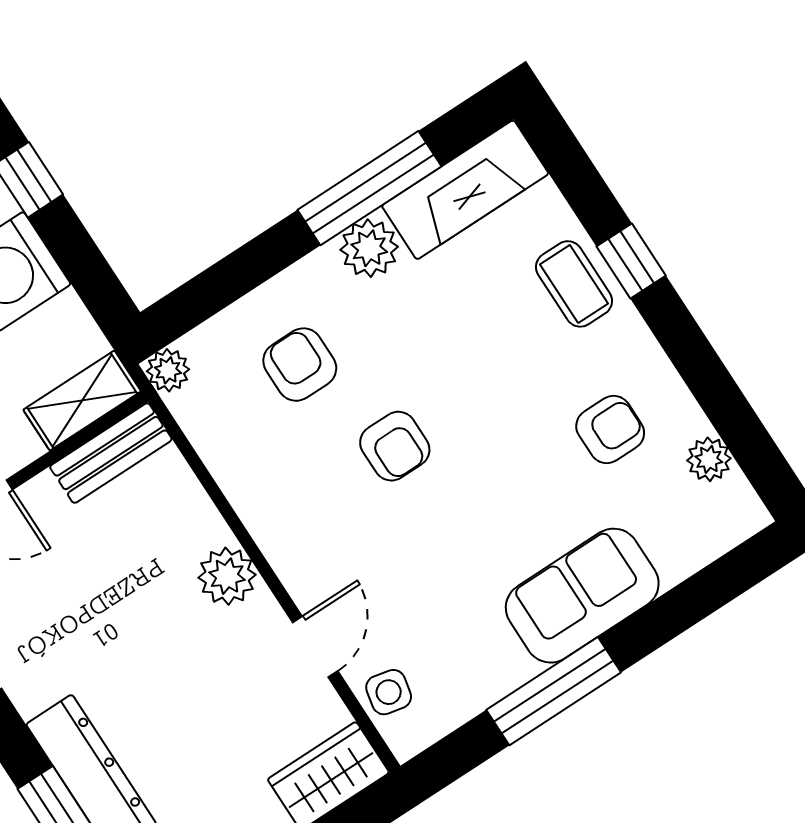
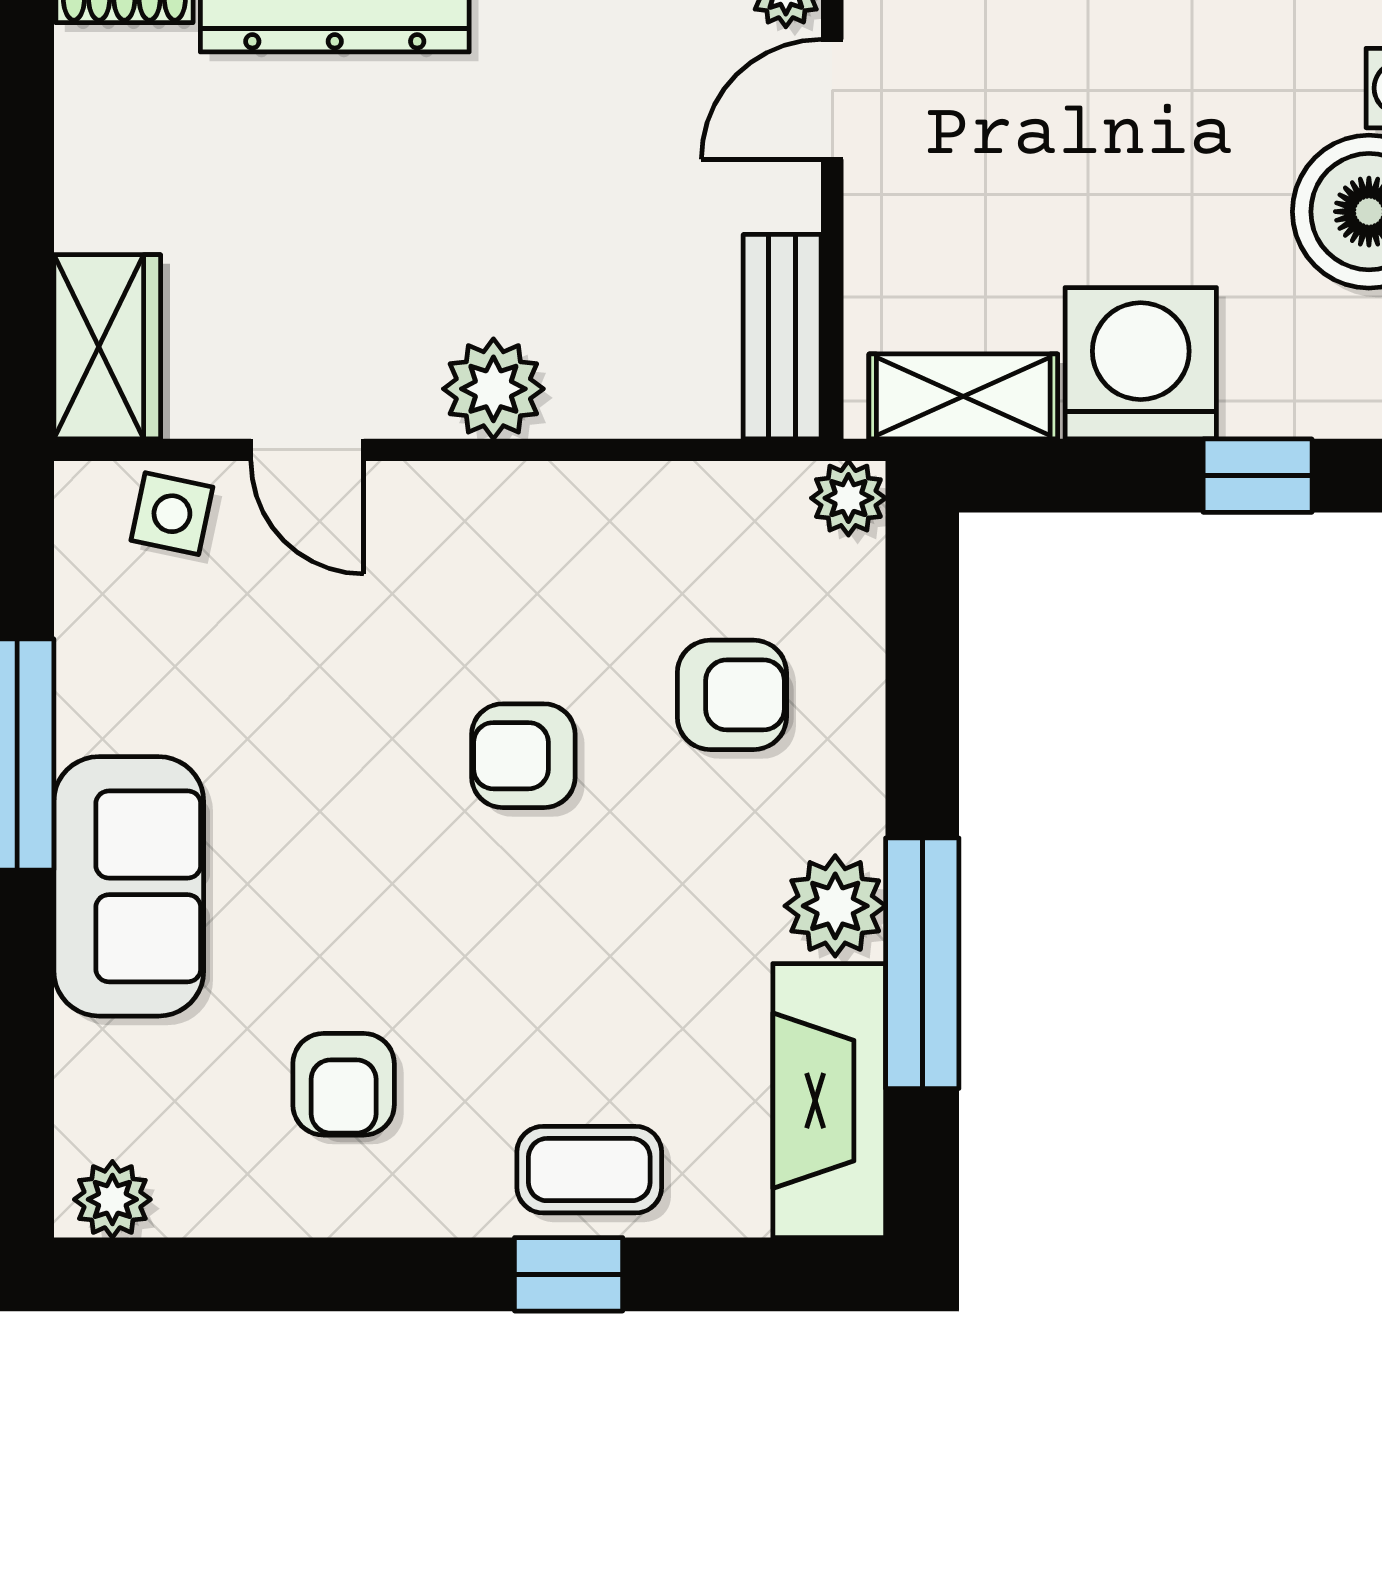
shelving: (82, 401) -> (963, 396), moved, turned 90
plant: (709, 459) -> (112, 1199), moved

